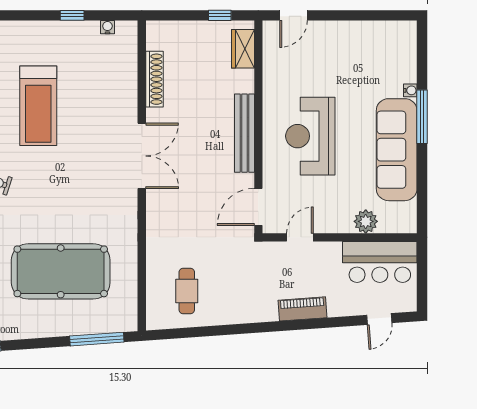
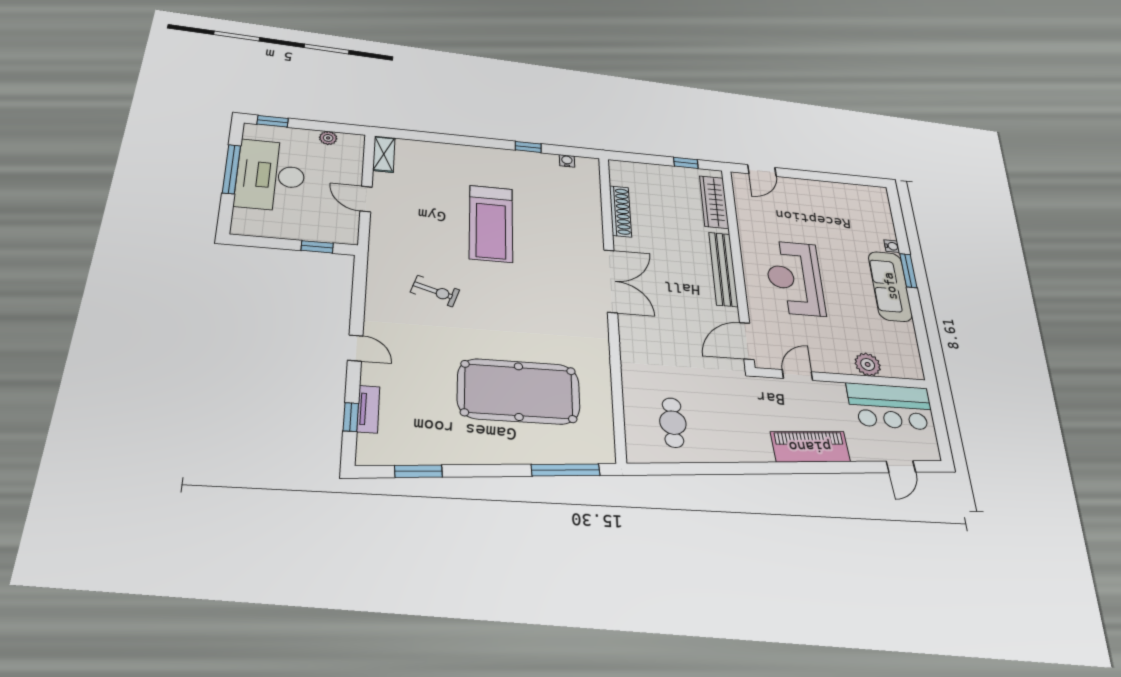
wardrobe: (243, 49) -> (714, 202), width x1.50
window: (422, 117) -> (908, 271), width x0.69
sofa: (397, 150) -> (890, 286), width x0.74, depth x0.79
piano: (302, 309) -> (810, 447), width x1.37, depth x1.33

